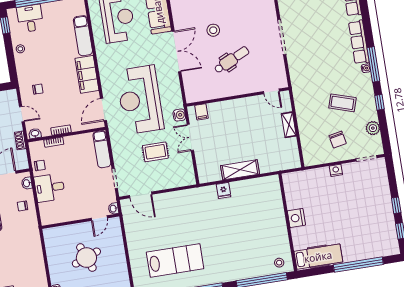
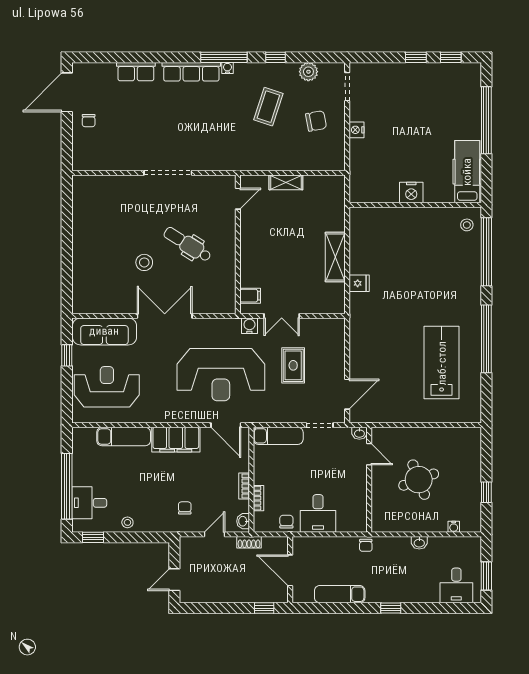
dental chair: (232, 60) -> (187, 244), turned -33
washbasin: (27, 183) -> (419, 543), moved
chair: (22, 206) -> (366, 545), moved

